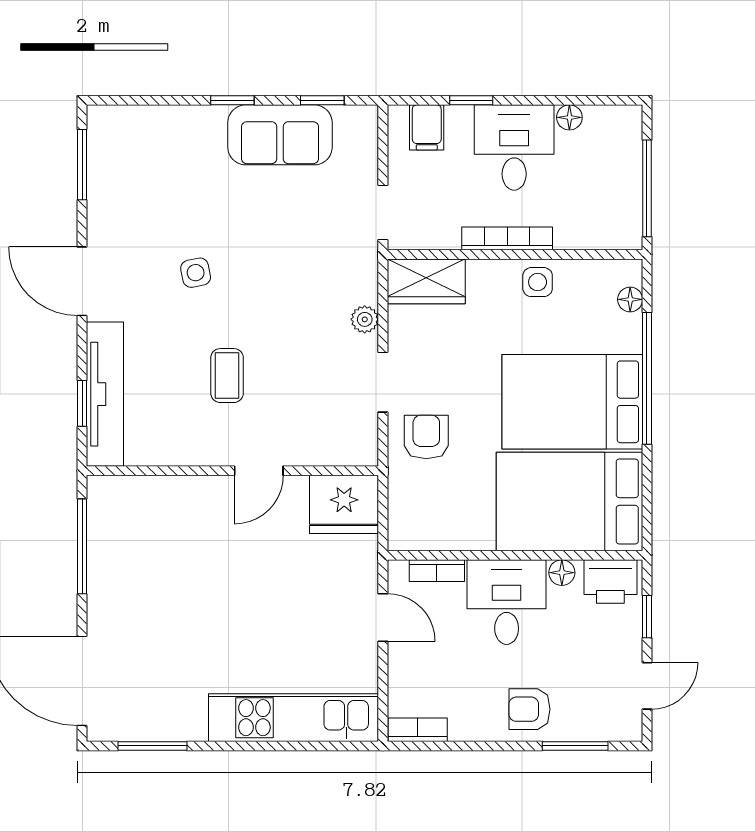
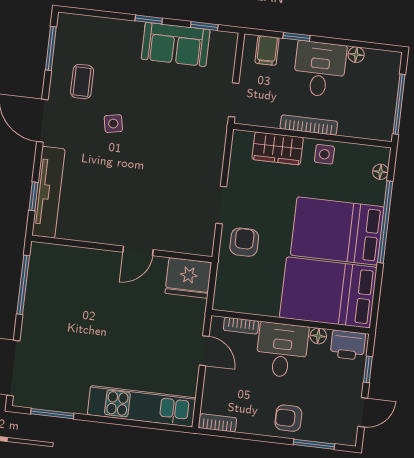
wardrobe: (426, 281) -> (278, 148), moved
plant: (365, 319) -> (215, 165), removed
coffee table: (227, 376) -> (82, 82), moved

